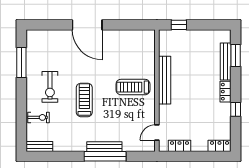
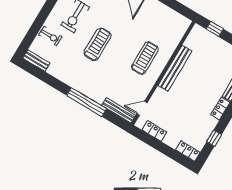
treadmill: (133, 87) -> (145, 58), turned 90
window: (236, 109) -> (214, 138), moved
bench: (104, 147) -> (119, 110), moved

